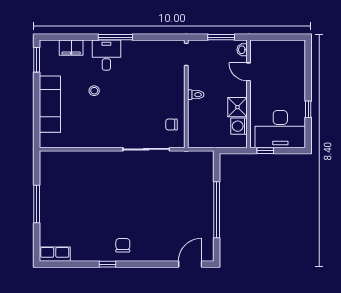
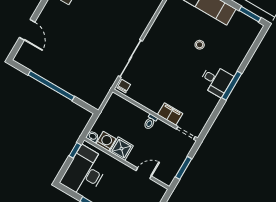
filing cabinet: (71, 48) -> (170, 114), moved, turned 90
washbasin: (242, 50) -> (93, 137), moved
desk: (106, 55) -> (216, 80), moved
chair: (171, 125) -> (124, 86), moved
door: (190, 264) -> (27, 30), moved

